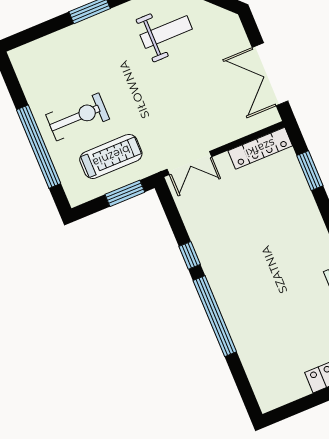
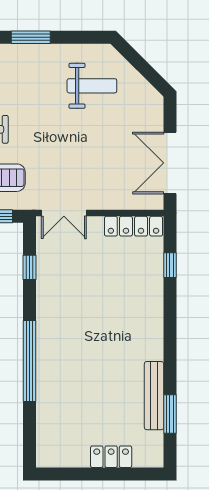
window: (310, 171) -> (170, 265), width x0.67
window: (190, 255) -> (29, 267), moved

